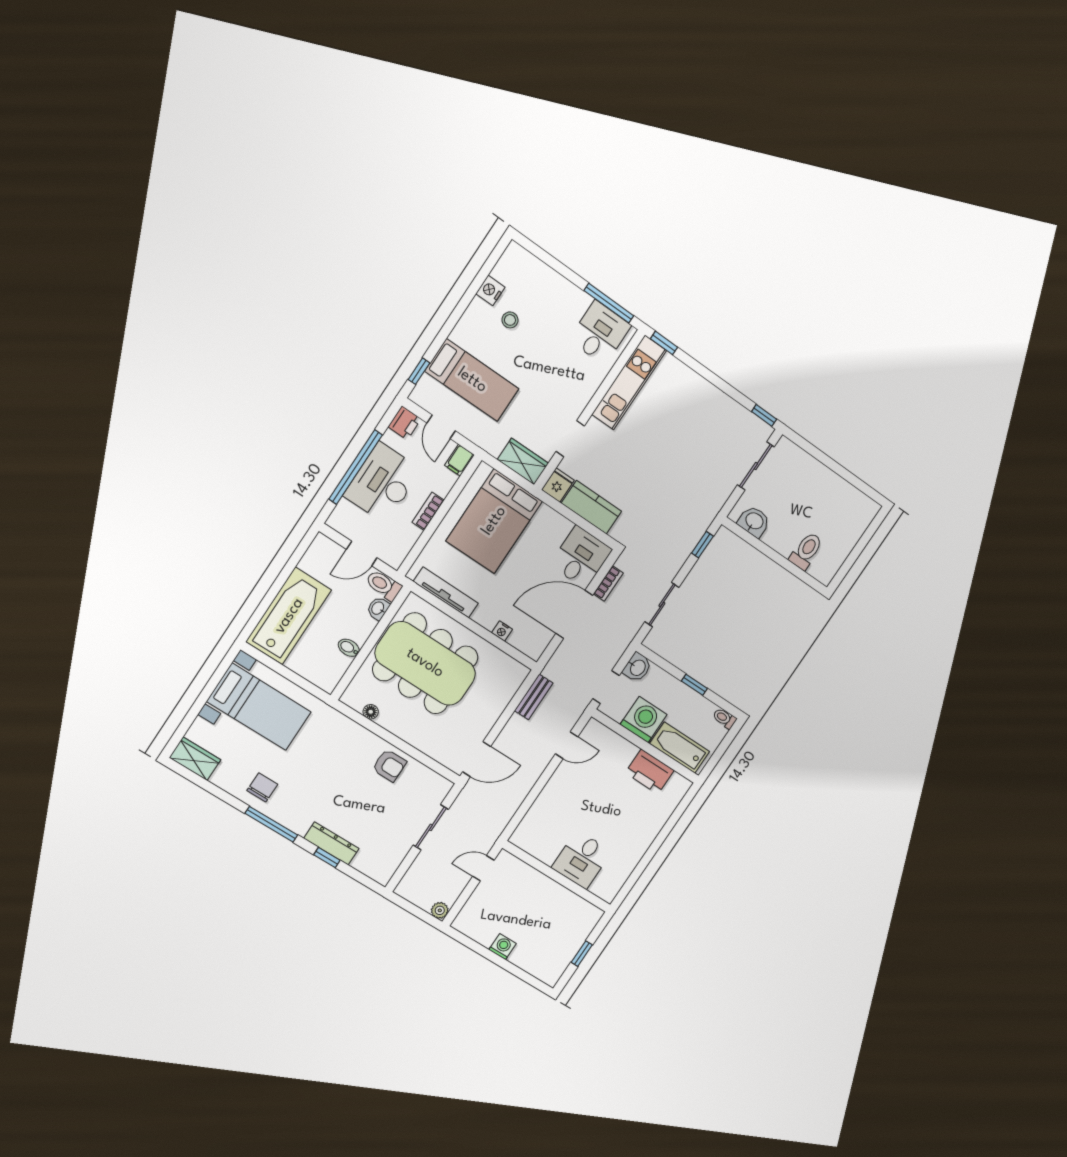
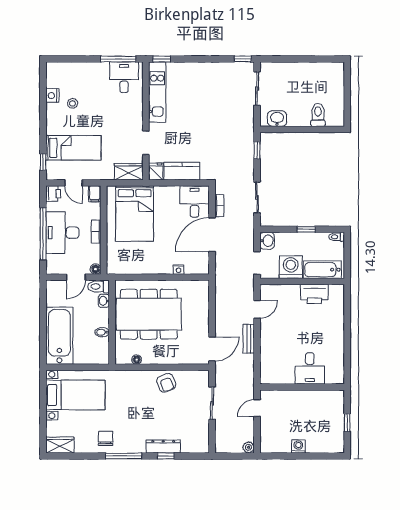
floor lamp: (395, 560) -> (96, 269), added
tv unit: (446, 592) -> (134, 269), removed
bench: (534, 697) -> (249, 339), moved
armchair: (389, 765) -> (166, 383), turned 68

